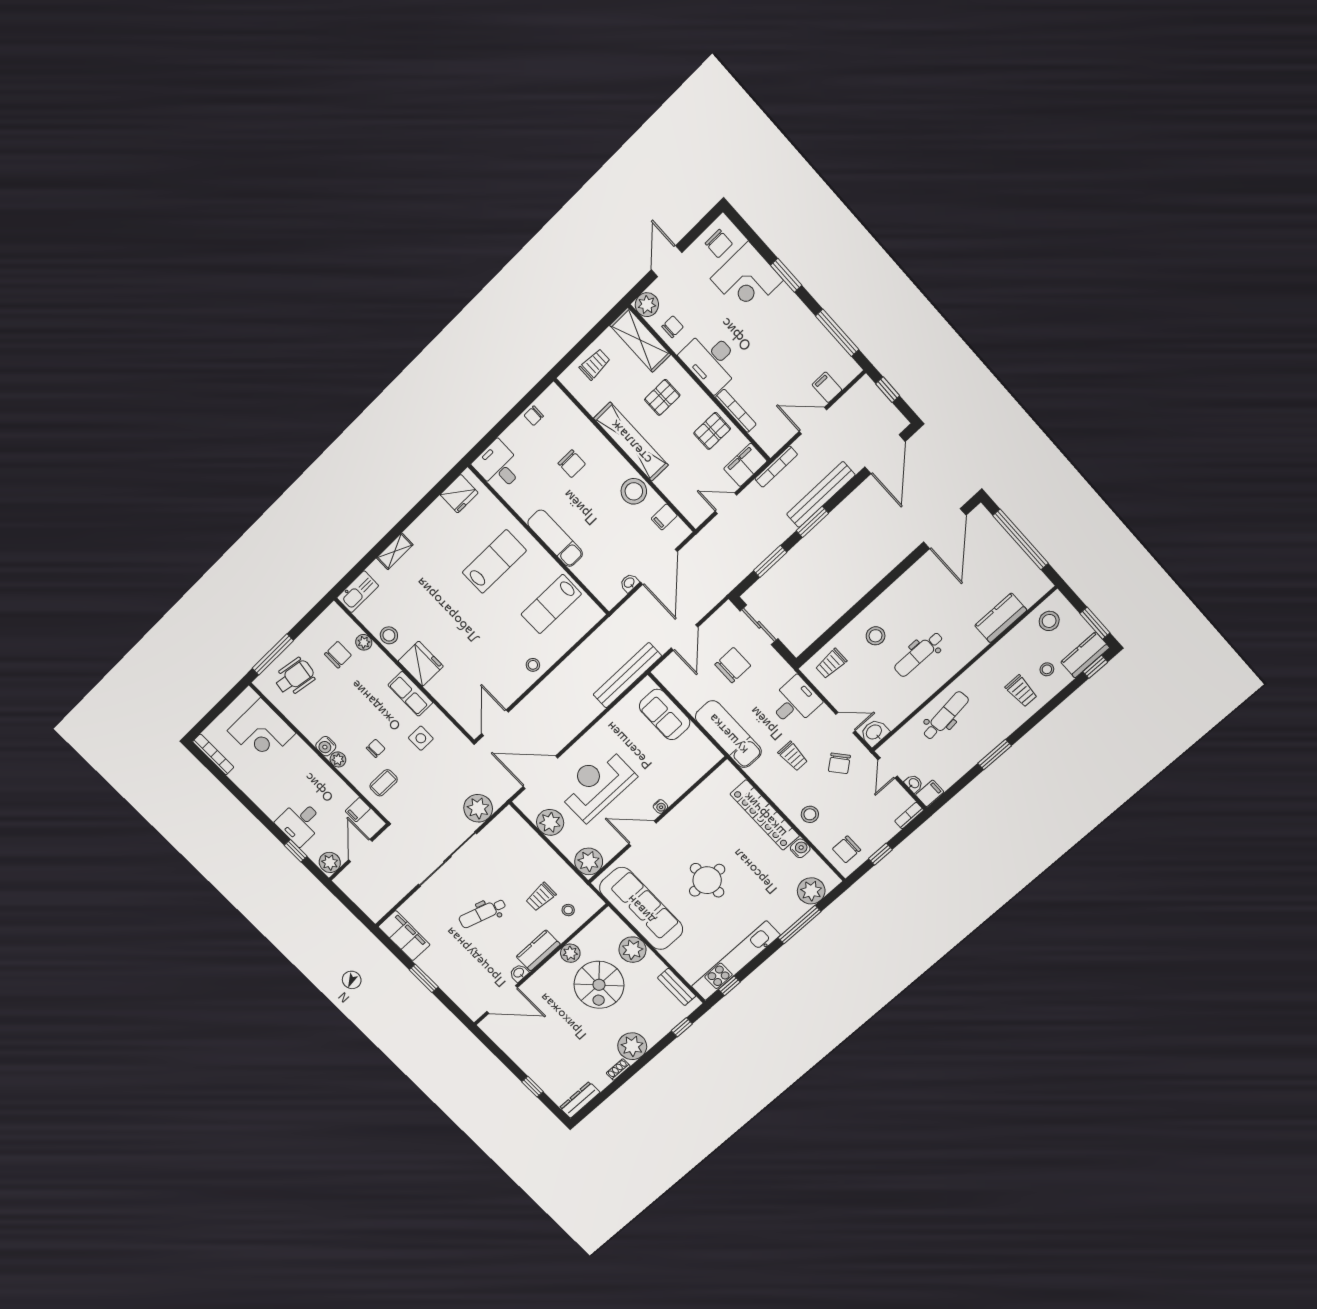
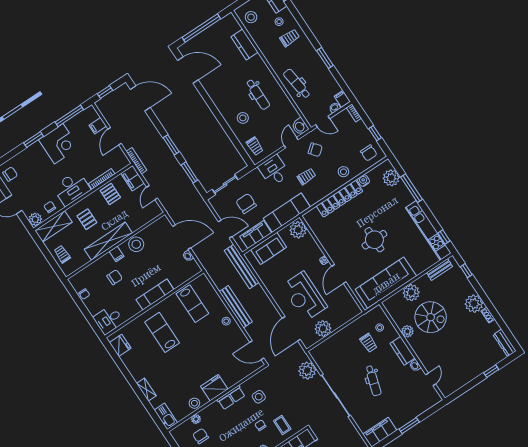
corner desk: (747, 279) -> (59, 144), moved
bench: (821, 495) -> (236, 307), moved
filing cabinet: (664, 517) -> (117, 254), moved
filing cabinet: (684, 689) -> (256, 235), added
plant: (589, 861) -> (298, 230), moved
door: (502, 999) -> (431, 379), width x0.53

